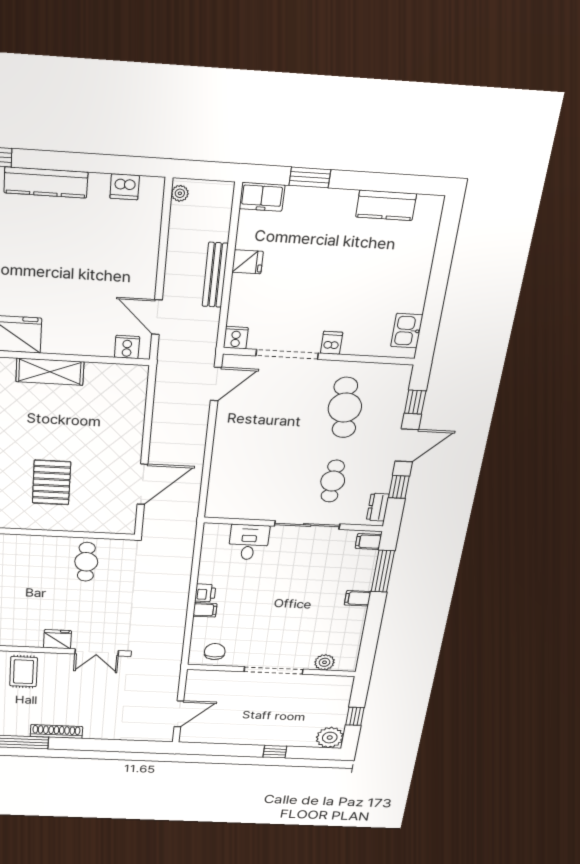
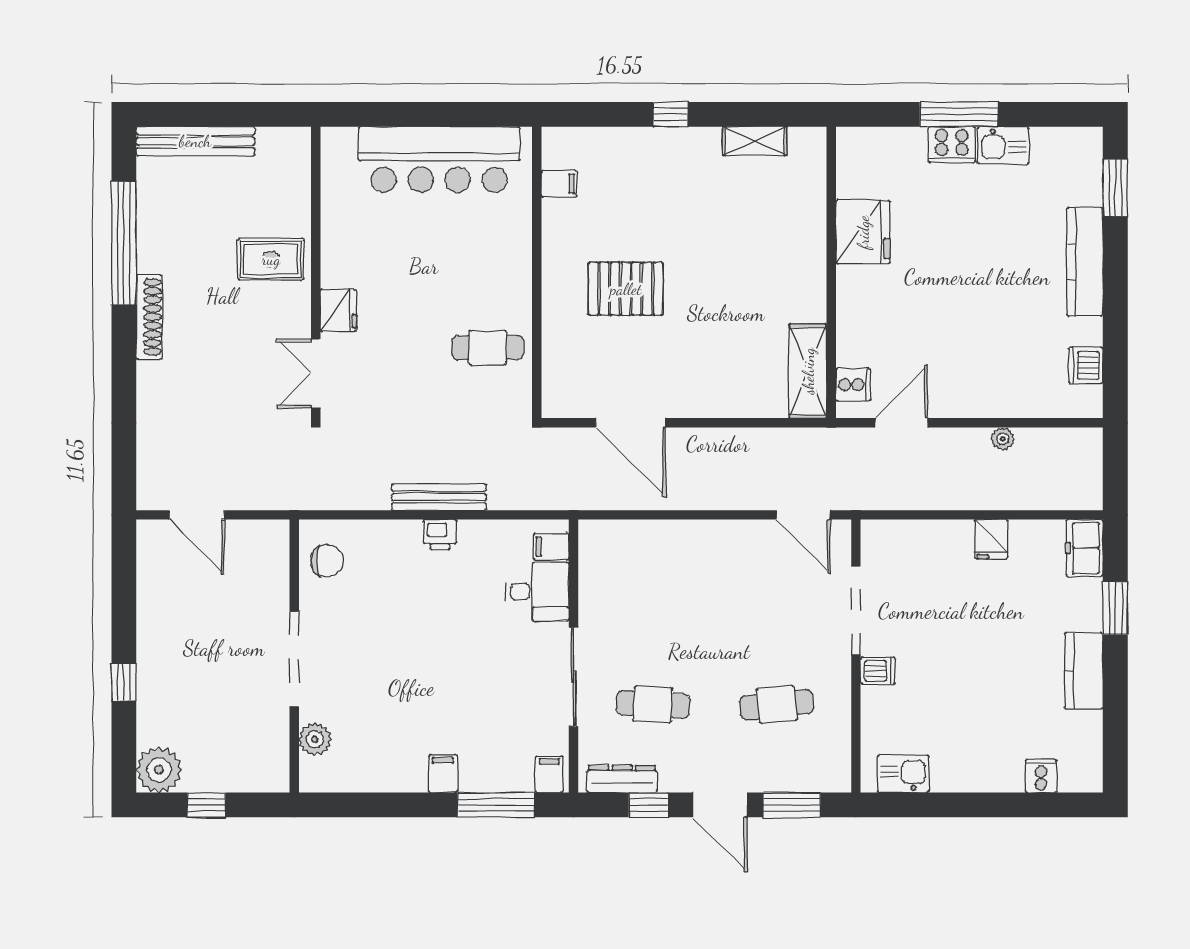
plant: (180, 193) -> (1003, 439), moved
kitchen counter: (386, 205) -> (1084, 671), moved
bench: (215, 275) -> (439, 497), moved
cooker: (236, 338) -> (1041, 776), moved, turned -90
shelving: (50, 372) -> (808, 371), moved
window: (415, 402) -> (792, 805), width x1.50
cafe table: (345, 408) -> (777, 705), width x0.73, depth x0.74
dresser: (378, 507) -> (622, 779), width x1.44
filing cabinet: (205, 610) -> (551, 547), moved, turned 90

